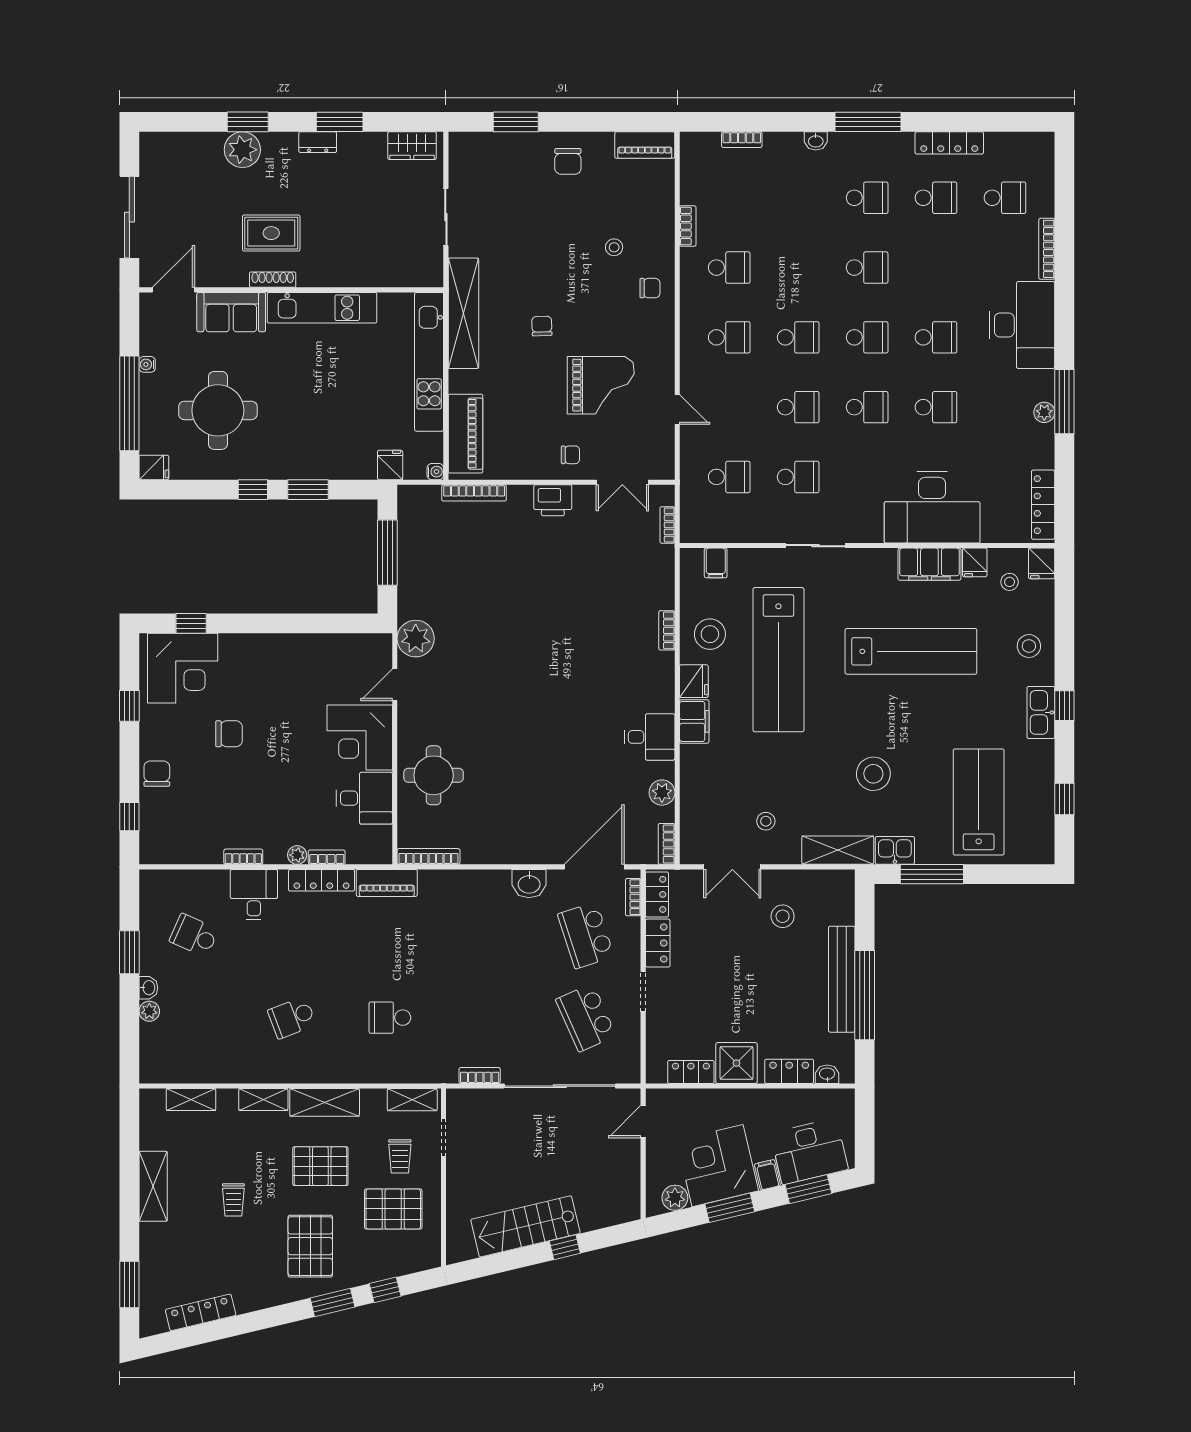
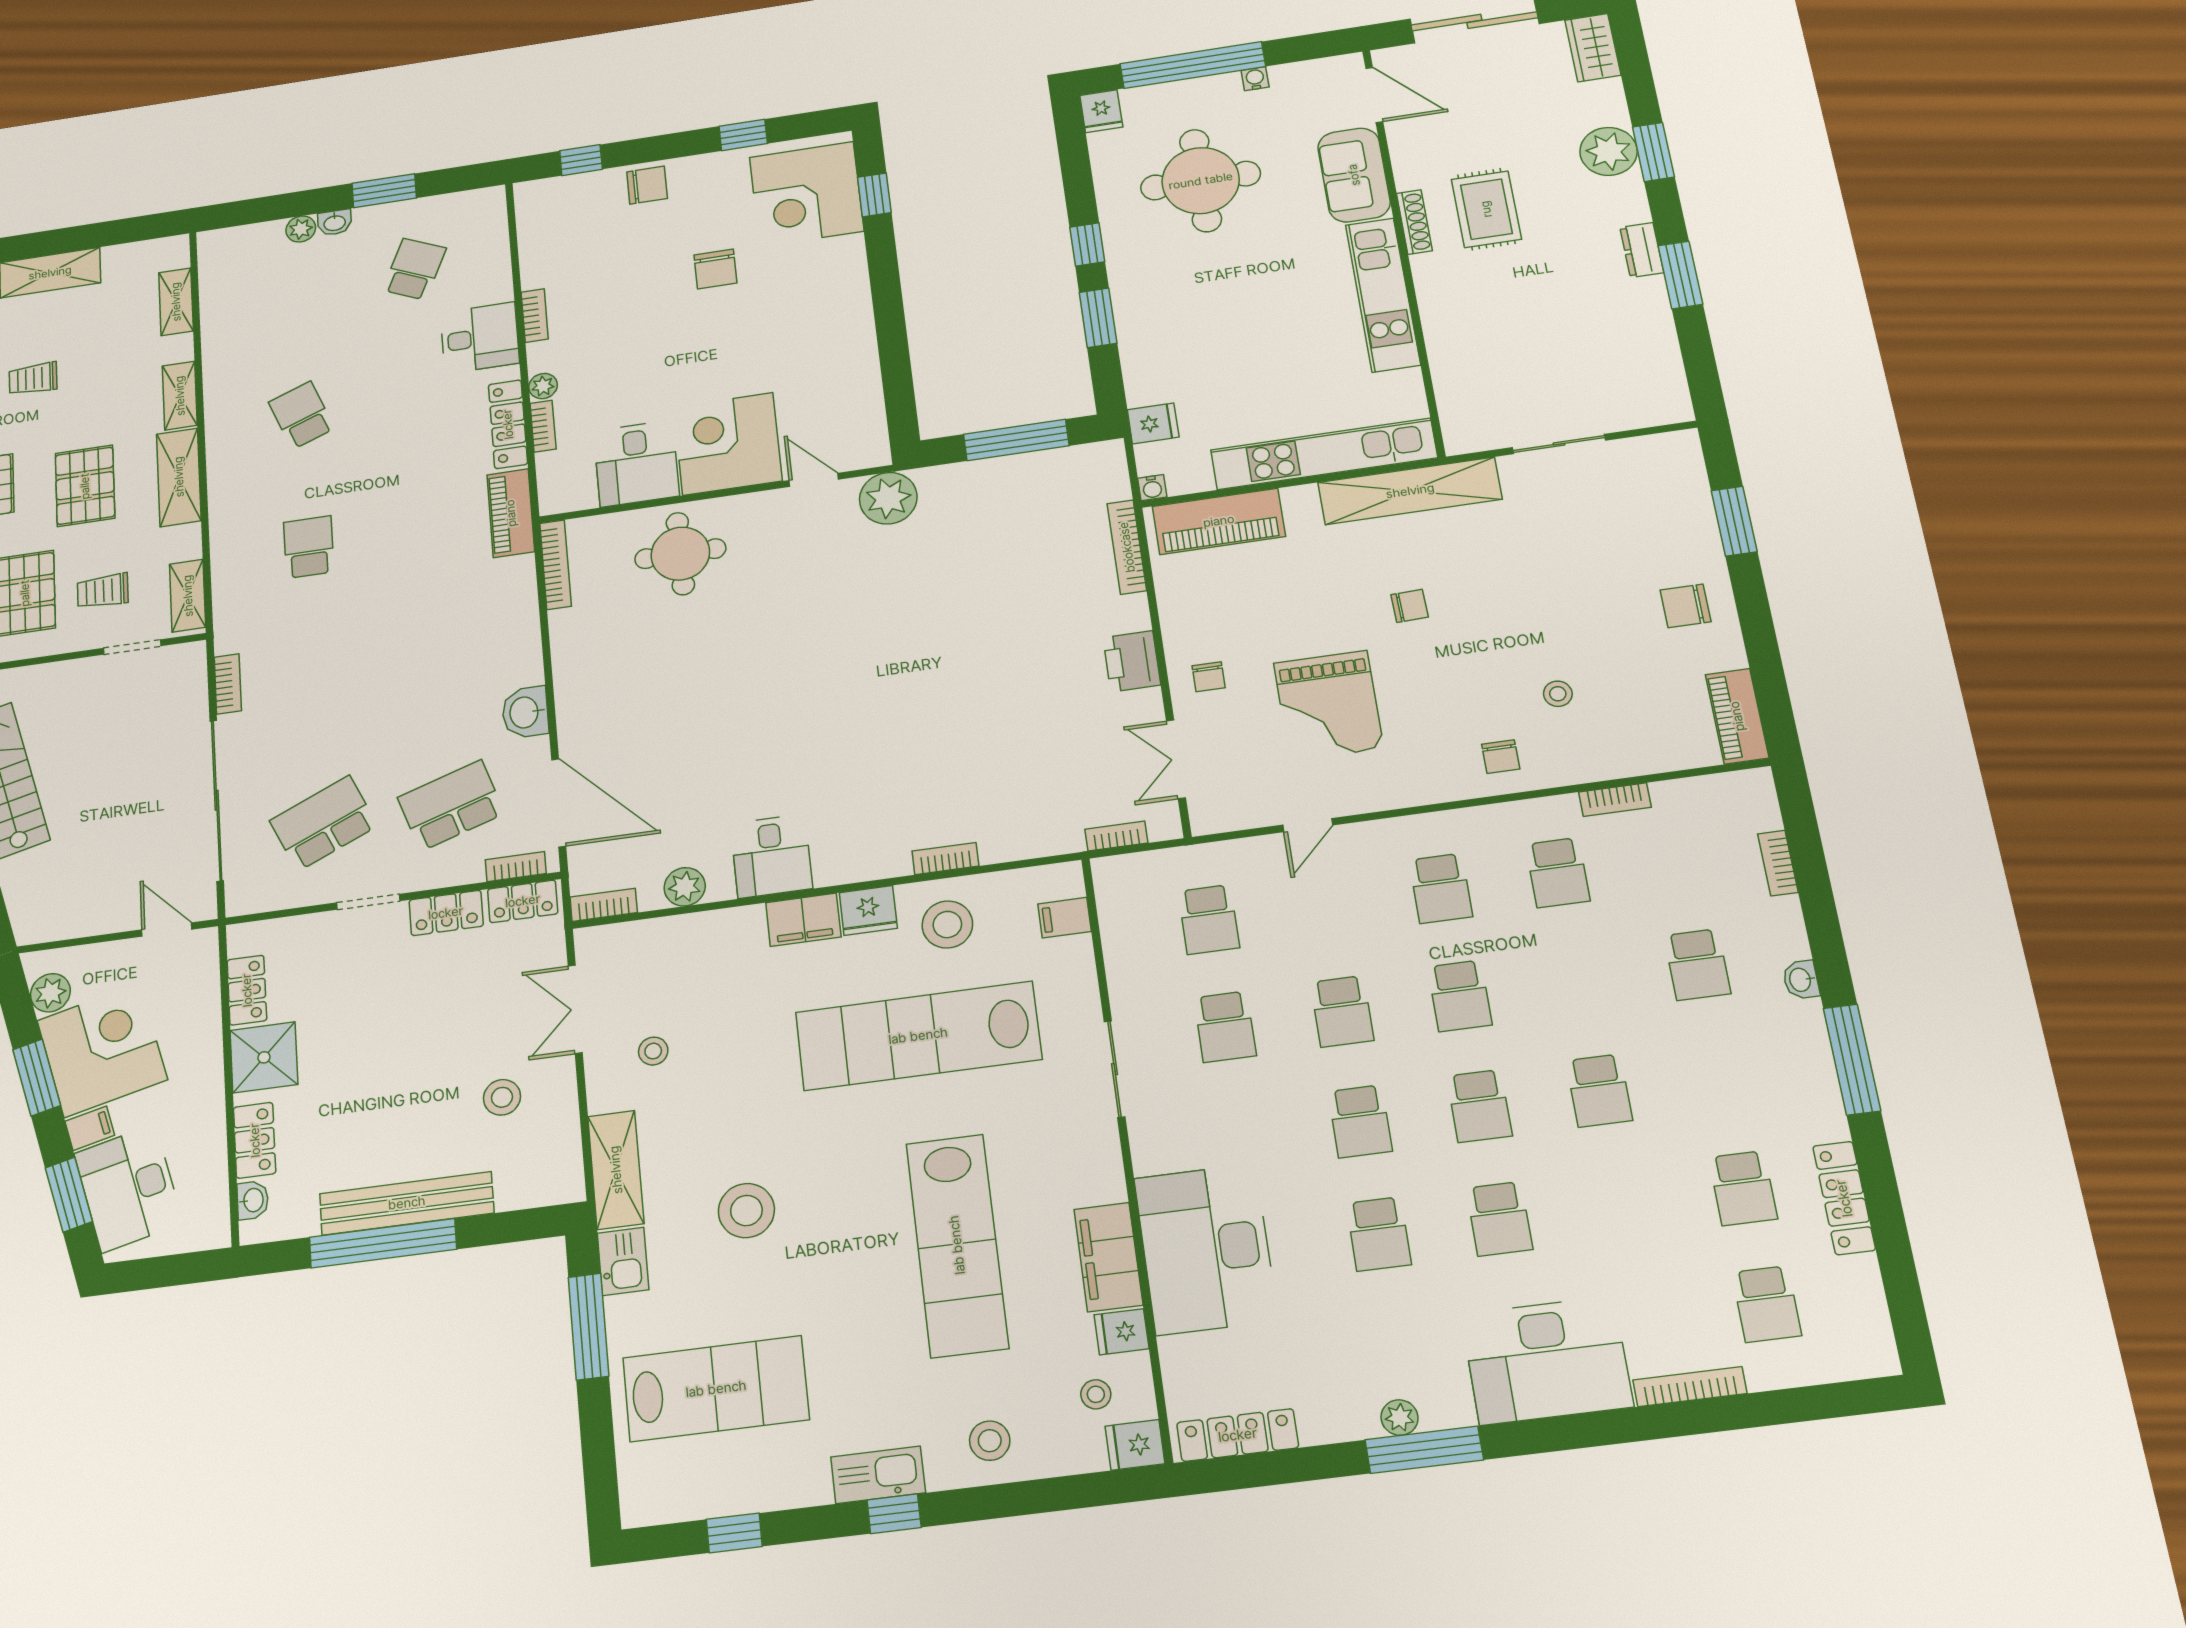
wardrobe: (412, 146) -> (1593, 48), moved
school desk: (867, 198) -> (1697, 965), moved

